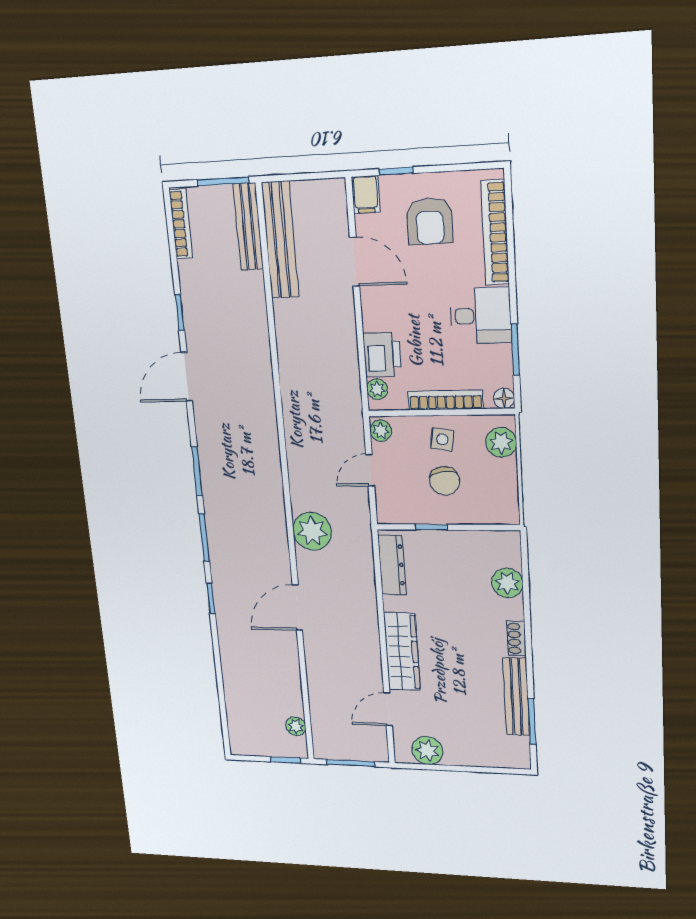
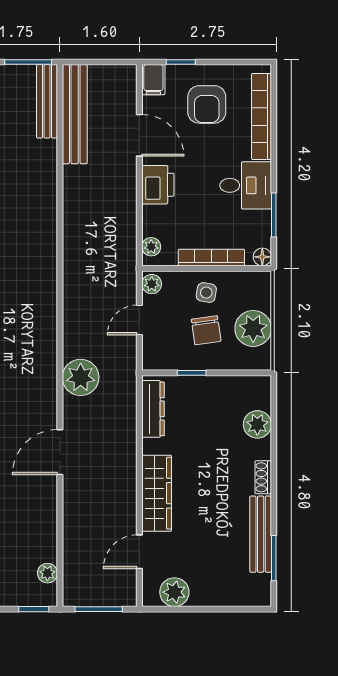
printer: (382, 354) -> (158, 185), moved
plant: (501, 442) -> (253, 328), moved, width x1.36, depth x1.36

